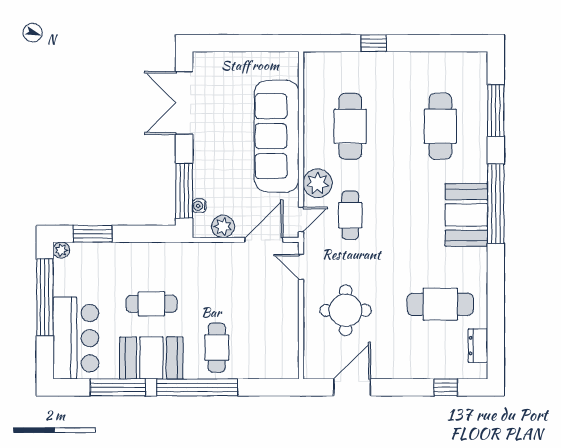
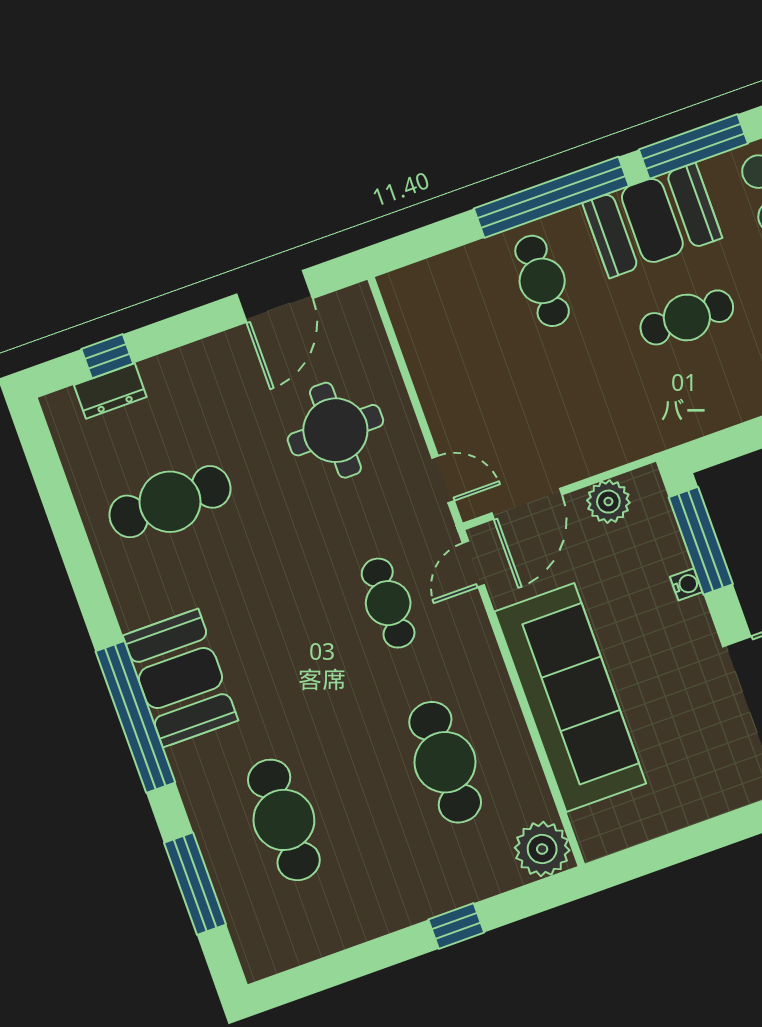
plant: (318, 183) -> (542, 849), moved
water cooler: (199, 206) -> (686, 584), moved
dresser: (478, 346) -> (110, 391), moved, turned 90

